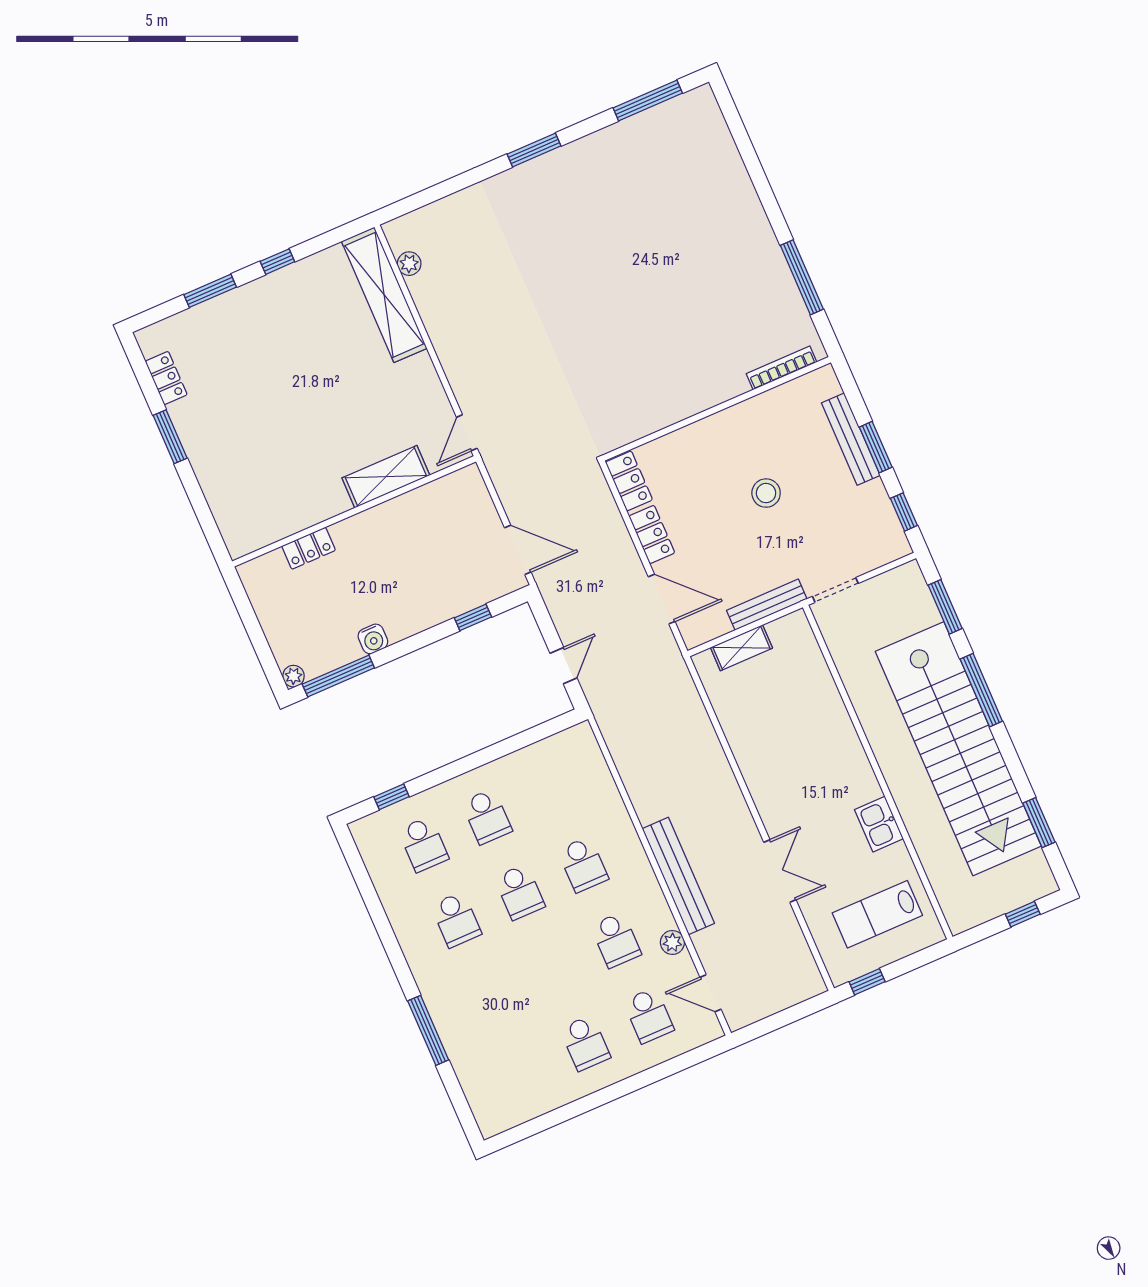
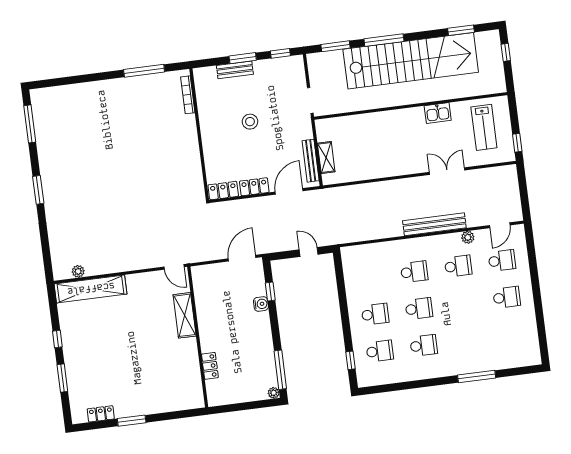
bench: (851, 439) -> (235, 70), width x0.73
bench: (767, 605) -> (311, 161), moved
water cooler: (373, 639) -> (261, 304), moved

